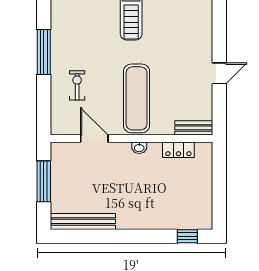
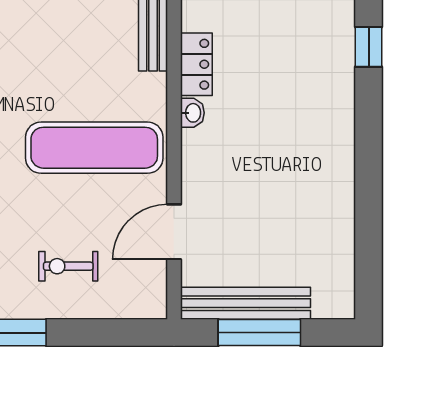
washbasin: (139, 148) -> (192, 113), moved
bench: (83, 221) -> (245, 303), moved, turned 90

